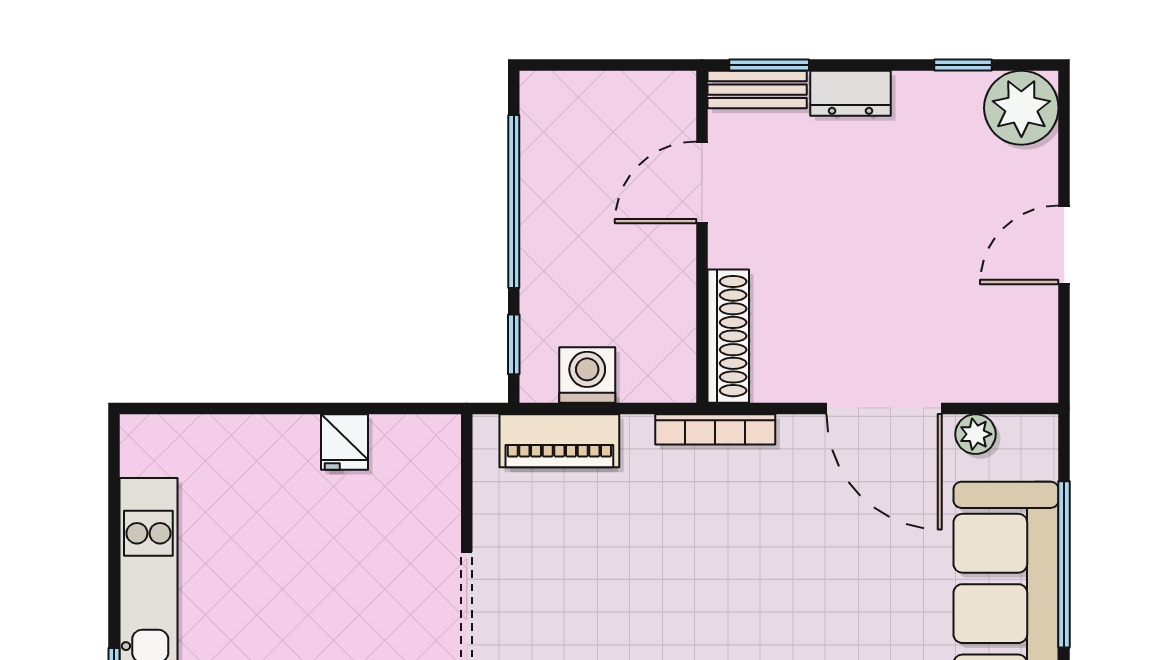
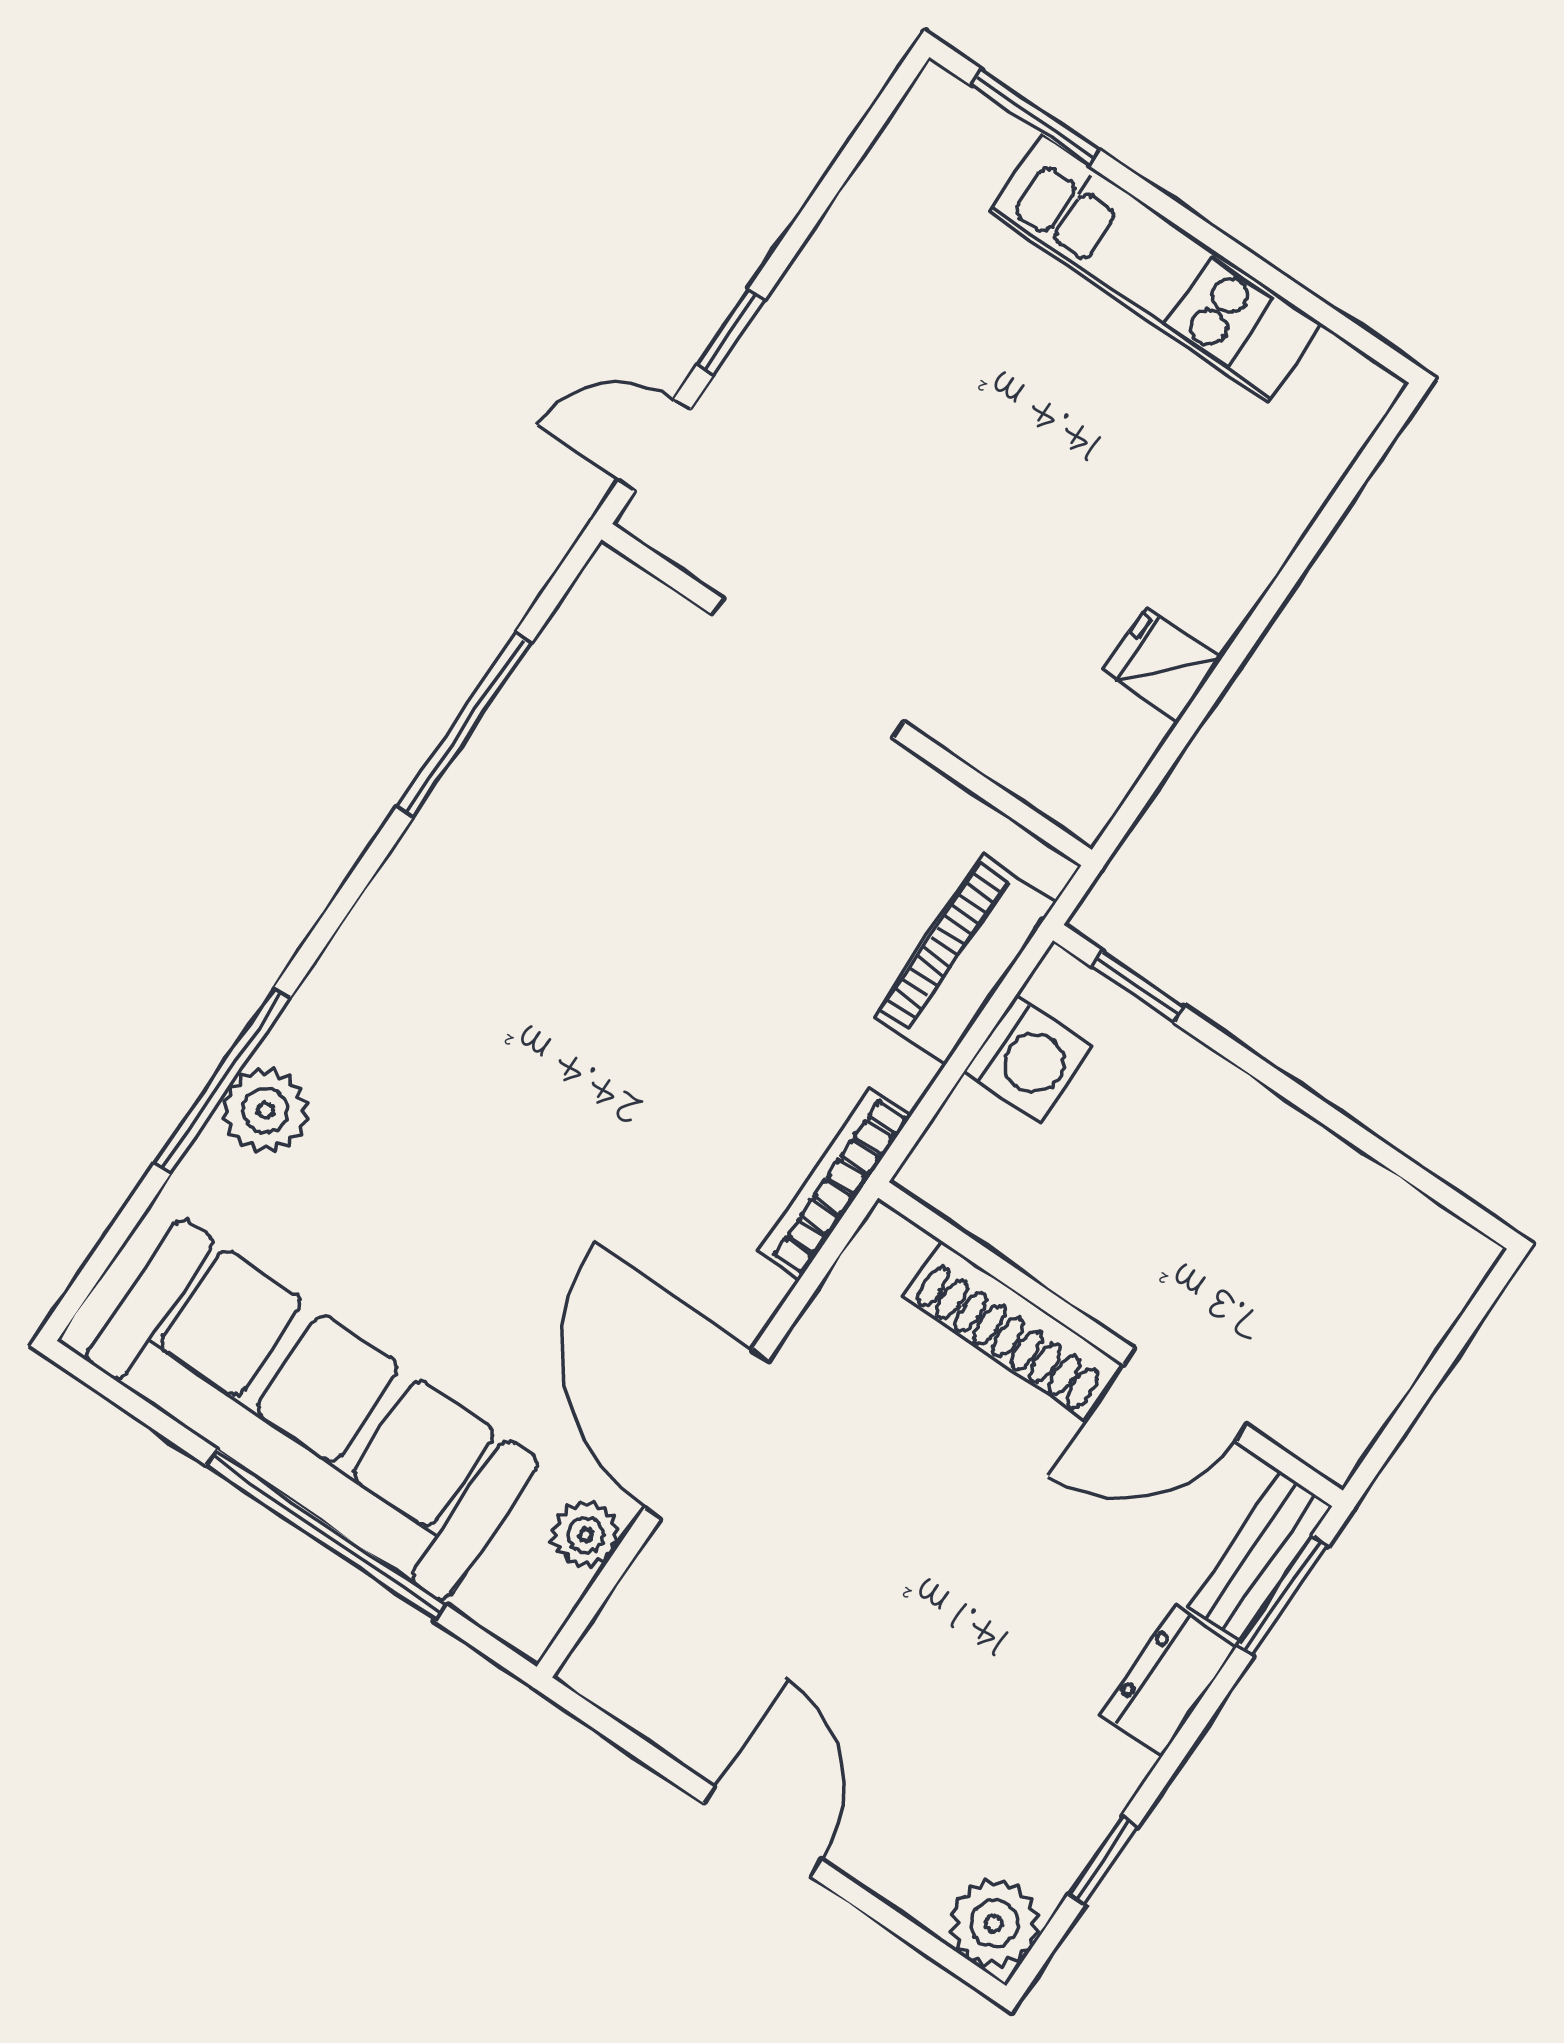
plant: (1021, 108) -> (994, 1923), width x0.73, depth x0.73
door: (702, 182) -> (1185, 1395), swing flipped
window: (514, 201) -> (1334, 1120), removed
shoe rack: (728, 336) -> (1013, 1330), moved
door: (884, 408) -> (706, 1434), hinge flipped

